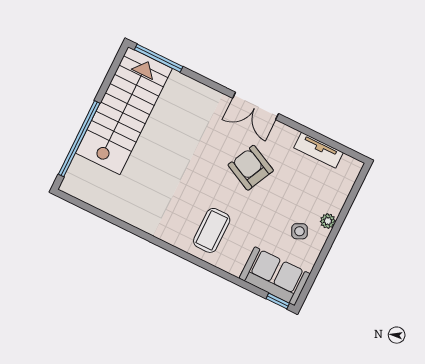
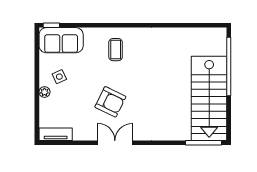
double door: (256, 106) -> (115, 143), moved
tv unit: (319, 150) -> (56, 134), moved
coffee table: (212, 230) -> (116, 50), width x0.73, depth x0.77

